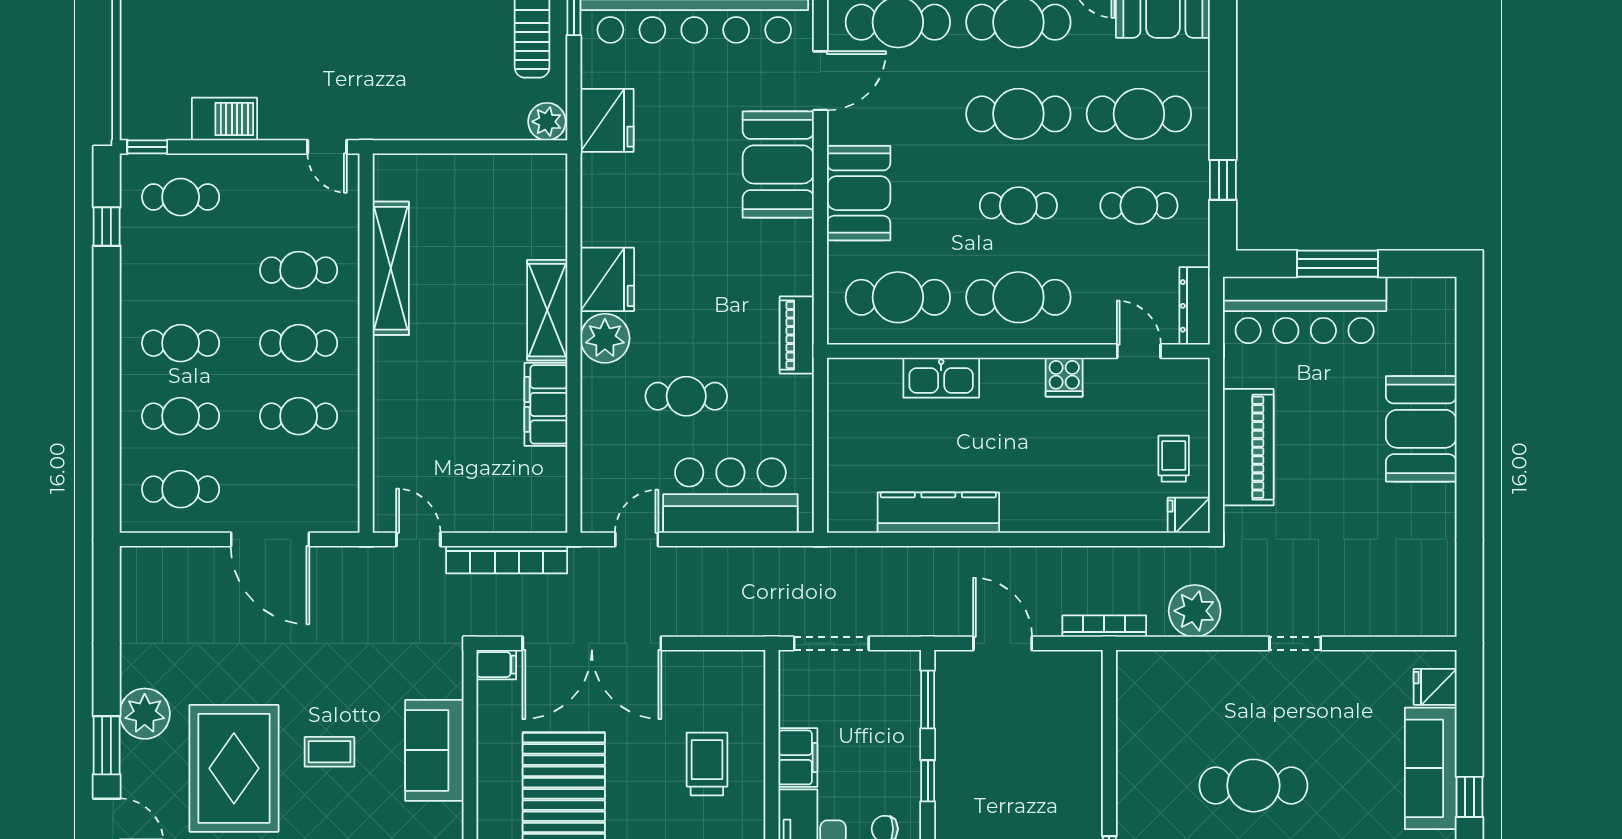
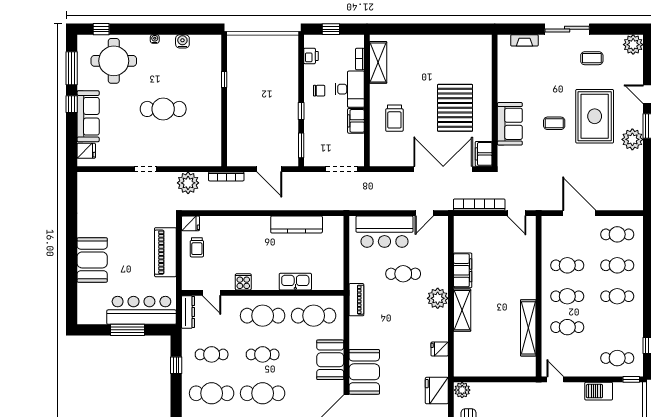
fridge: (607, 279) -> (440, 349), moved, width x0.53, depth x0.75
filing cabinet: (496, 665) -> (484, 154), width x2.00

